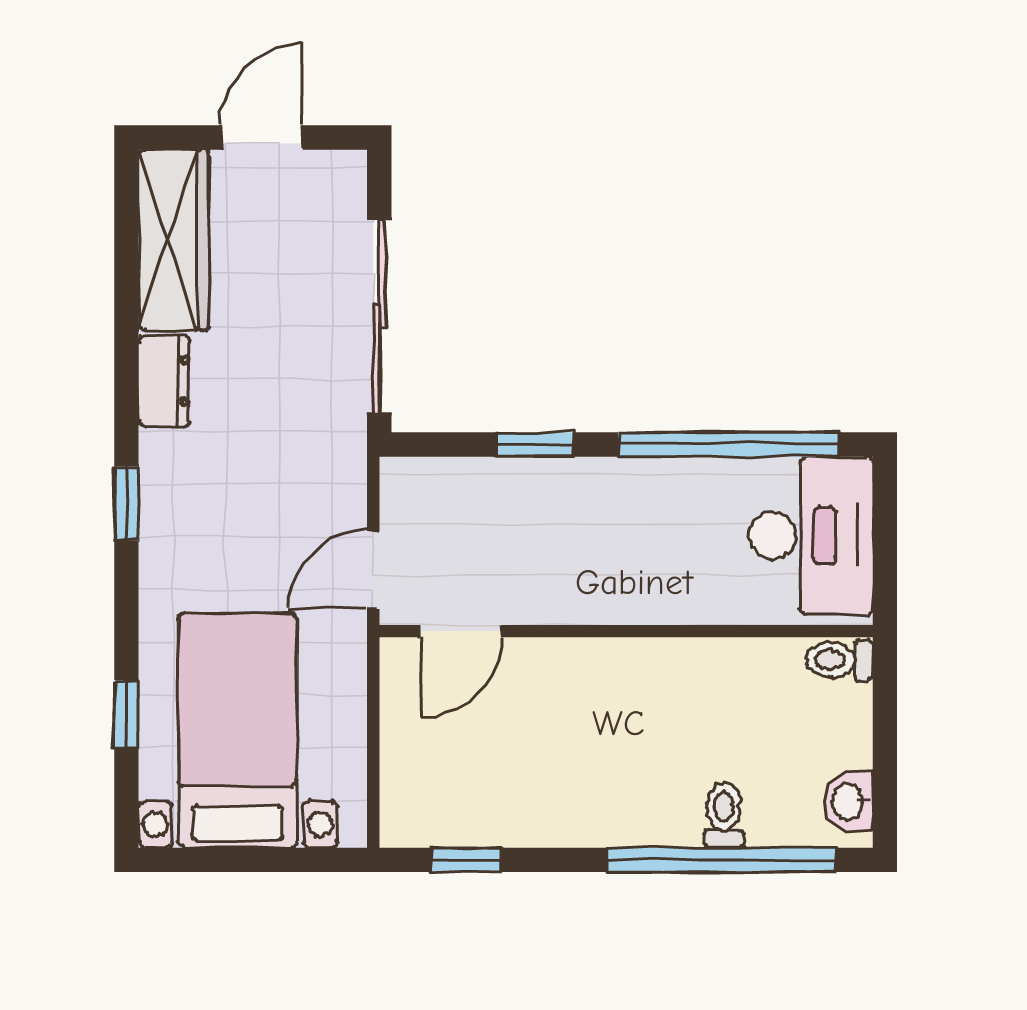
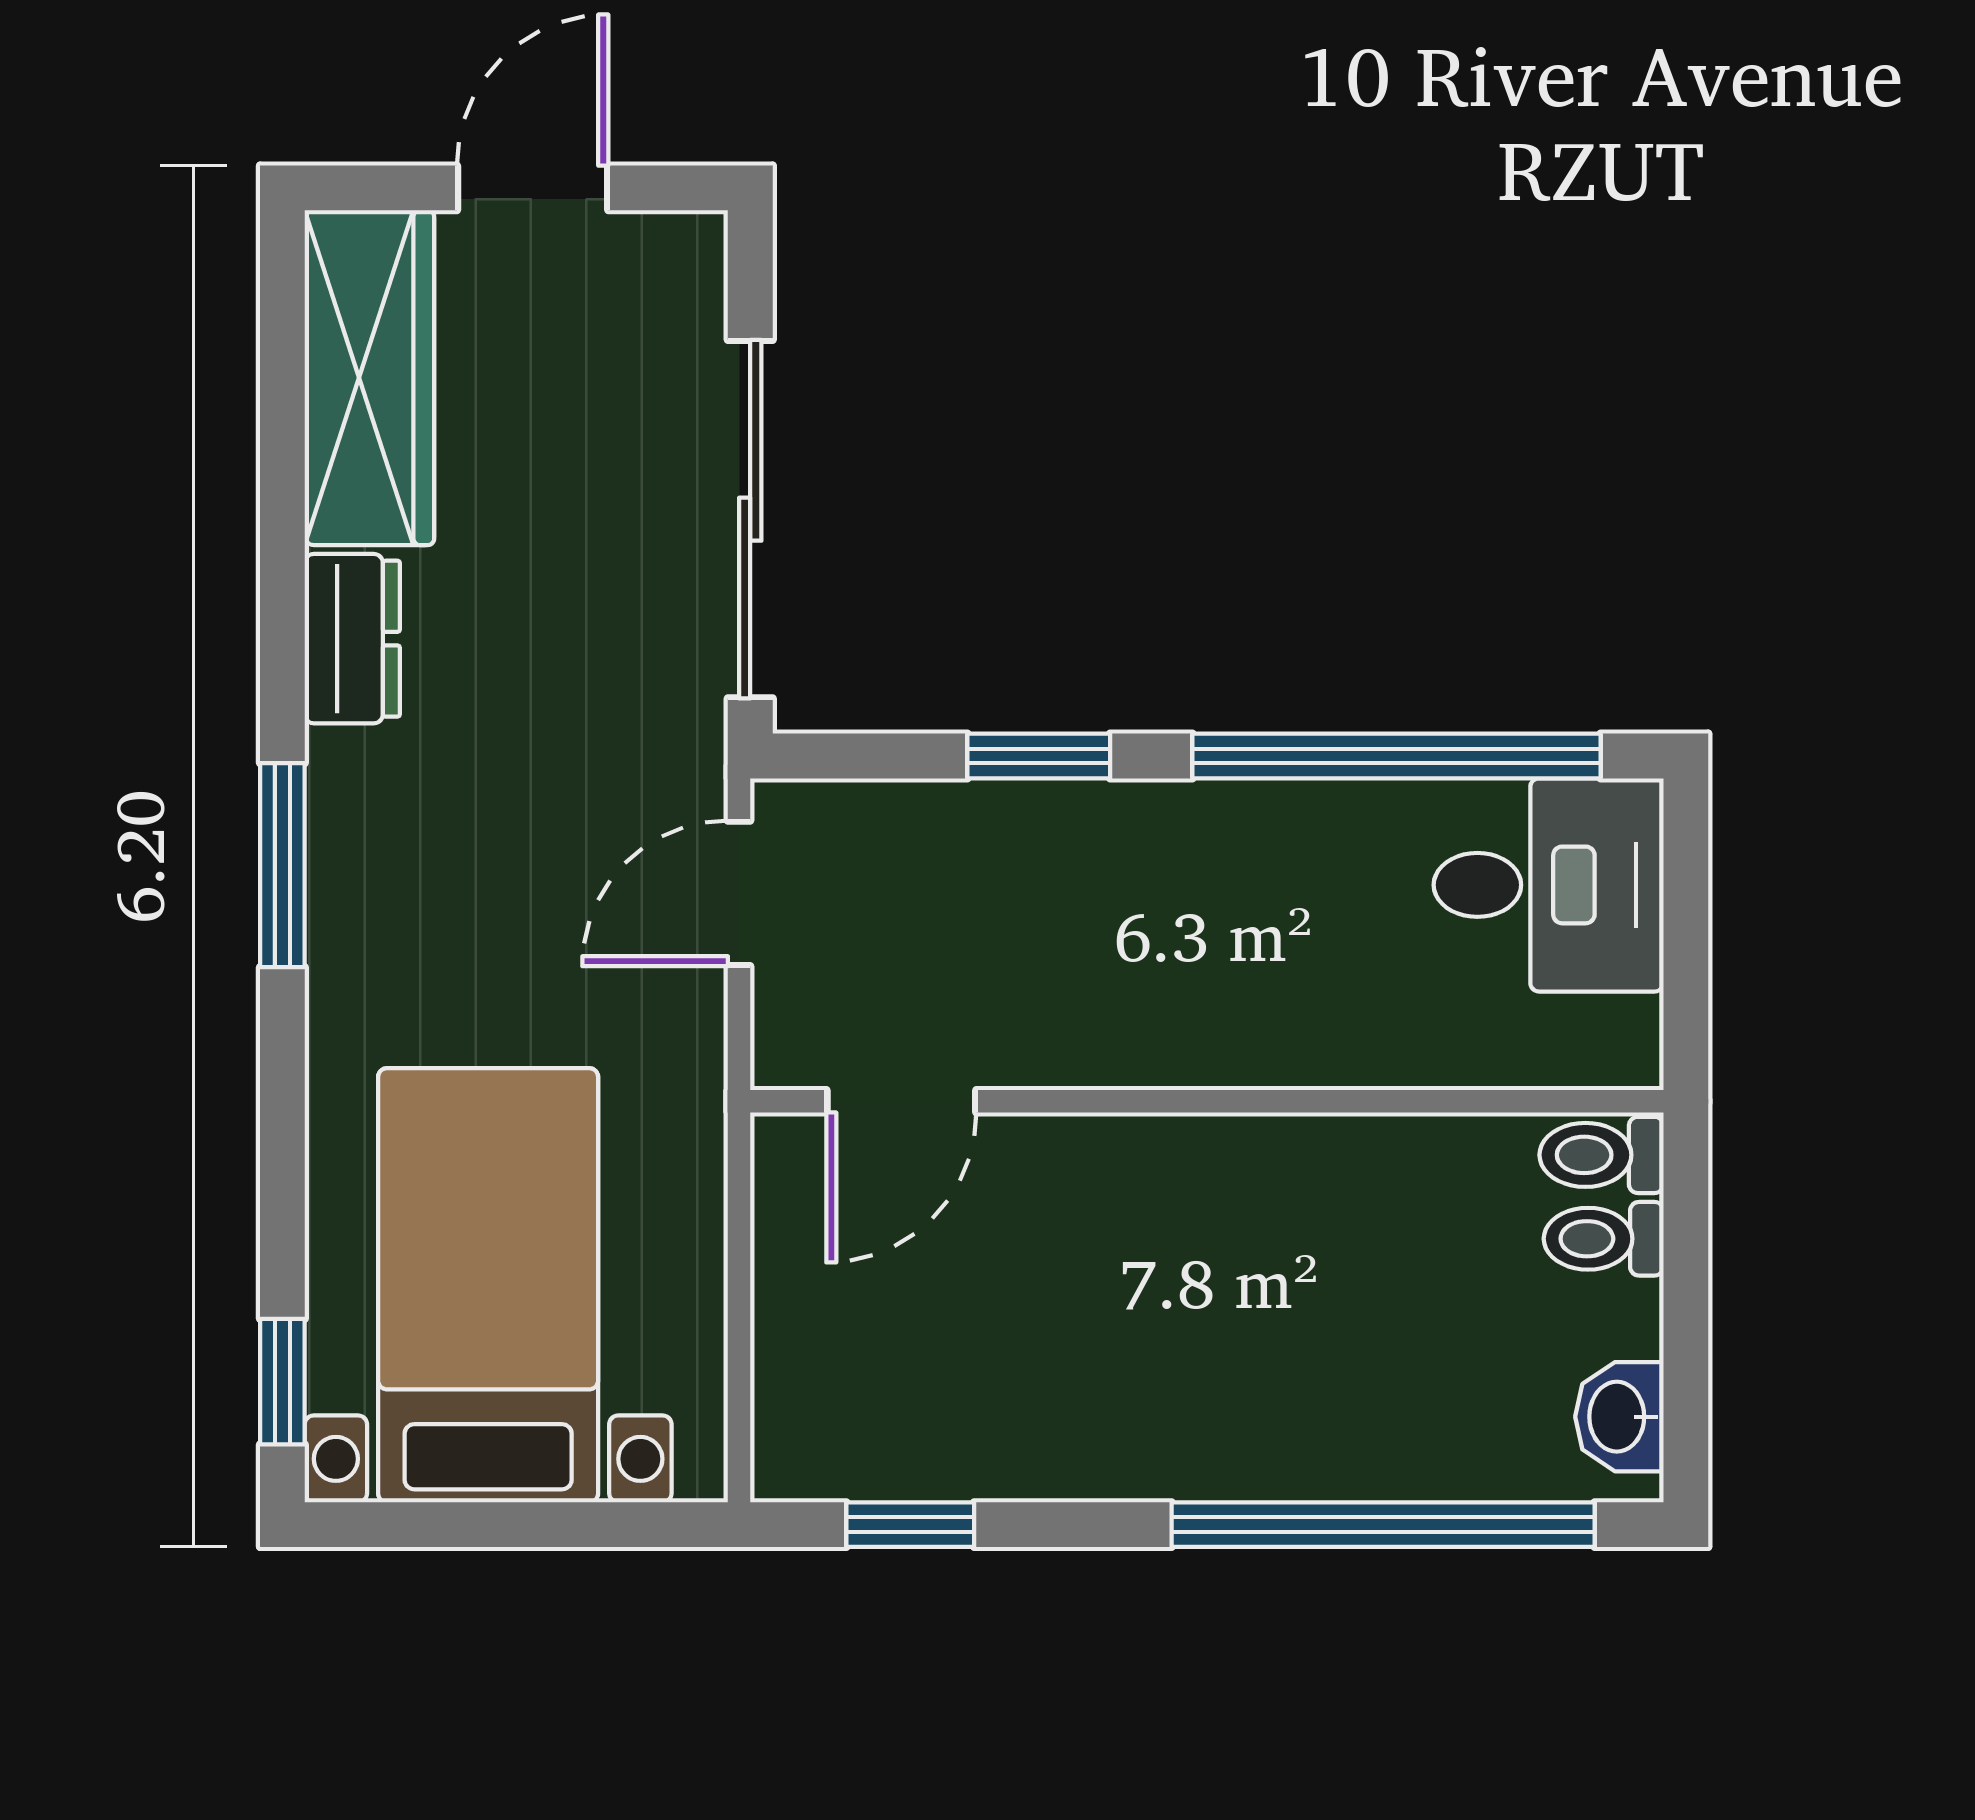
window: (126, 503) -> (282, 865), width x1.50
desk: (811, 536) -> (1549, 885), width x0.73
door: (373, 570) -> (739, 893), moved
window: (126, 714) -> (282, 1382), moved
toilet: (724, 815) -> (1604, 1239), moved, turned -90

